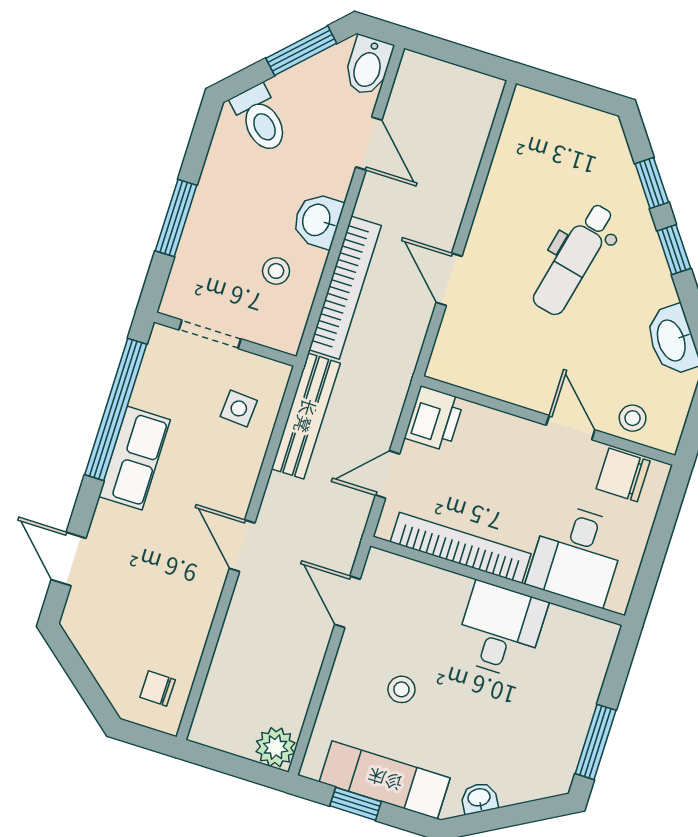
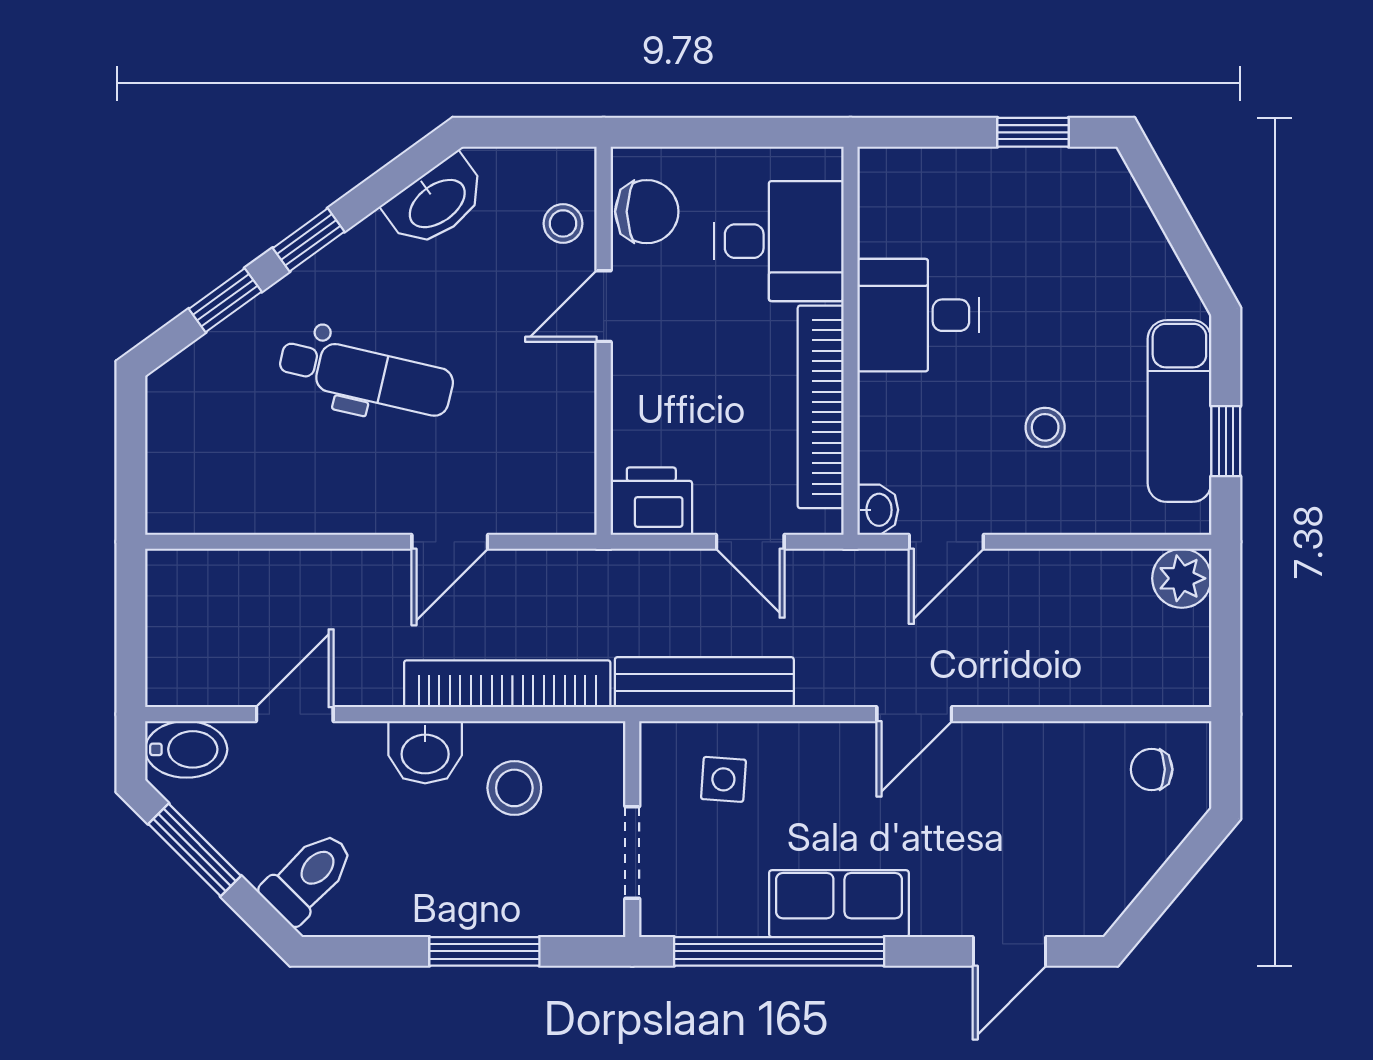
stool: (276, 271) -> (514, 788), width x1.37, depth x1.37
chair: (623, 475) -> (647, 212), turned -90
chair: (158, 688) -> (1152, 769), turned 89
window: (596, 742) -> (1033, 132), width x0.67
washbasin: (479, 798) -> (878, 510), moved, turned -151

